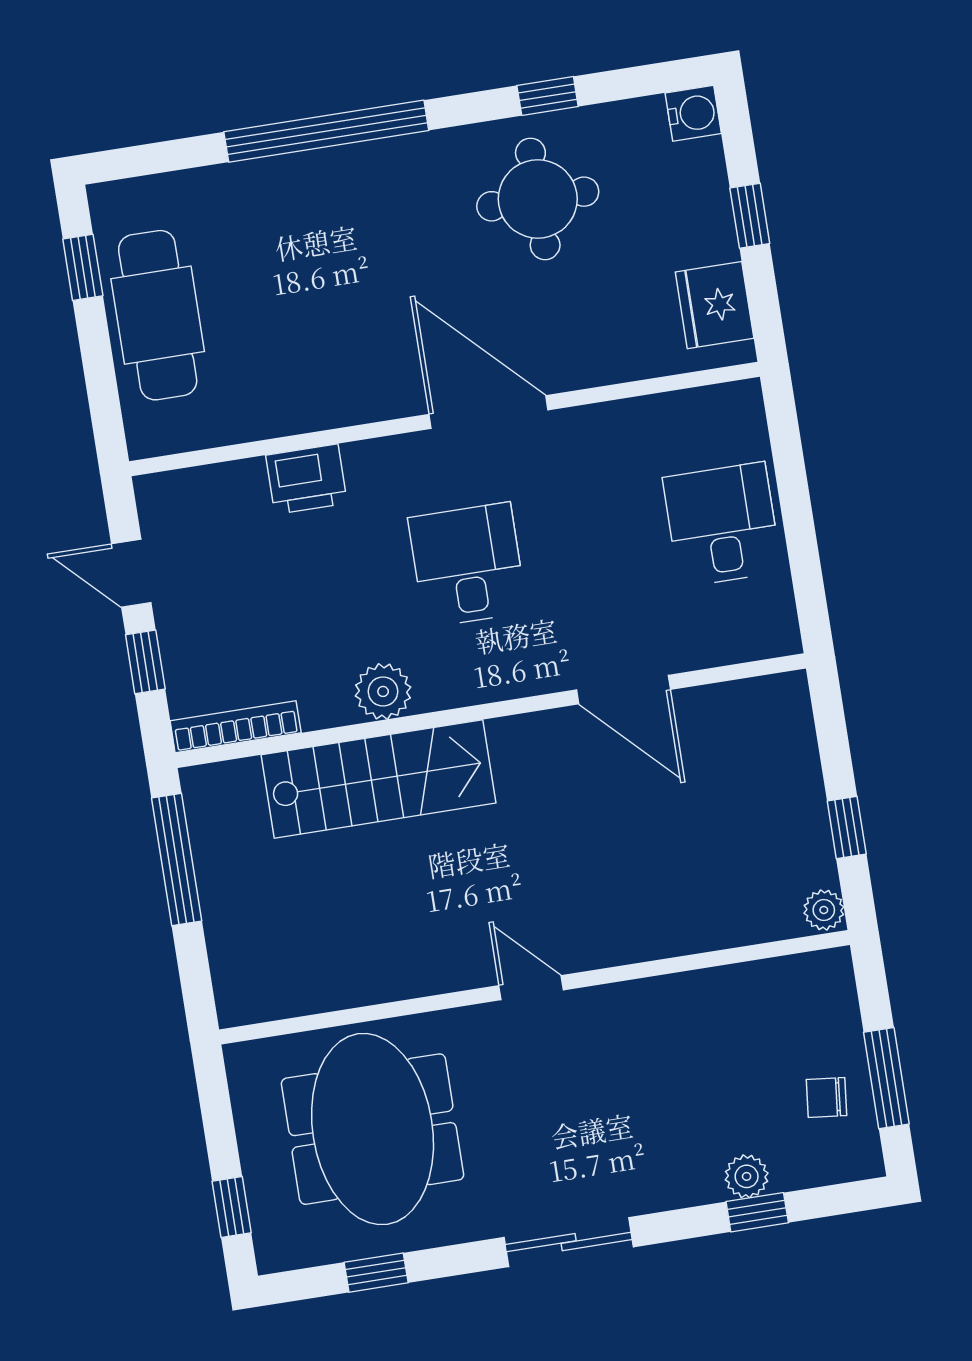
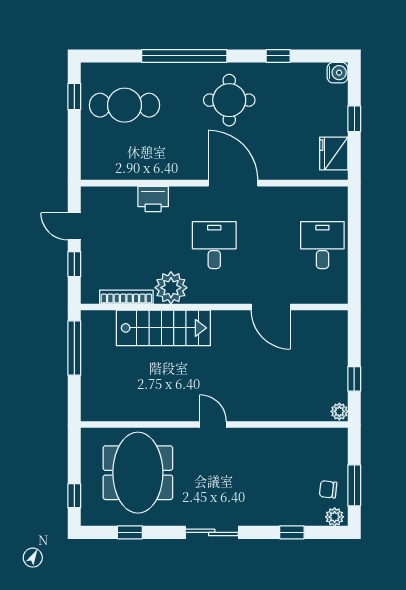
round table: (538, 199) -> (229, 100), moved
cafe table: (158, 315) -> (125, 105), moved, turned 90
plant: (383, 691) -> (171, 288), width x1.36, depth x1.36
bookcase: (236, 727) -> (126, 297), moved
plant: (747, 1176) -> (335, 517), moved

